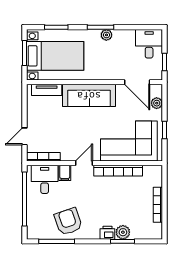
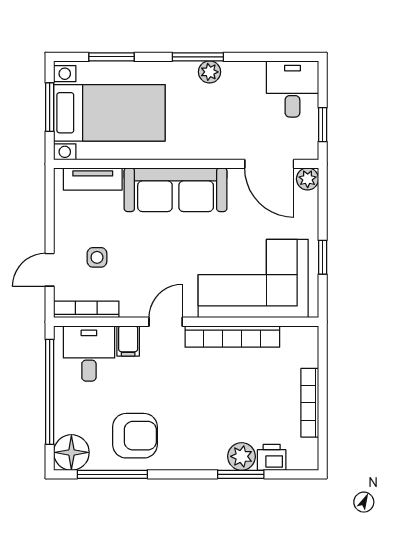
plant: (157, 103) -> (308, 179), moved
side table: (49, 130) -> (97, 257), added
armchair: (68, 222) -> (135, 436), turned 109
floor lamp: (36, 230) -> (71, 452), added
printer: (107, 233) -> (272, 457), moved

